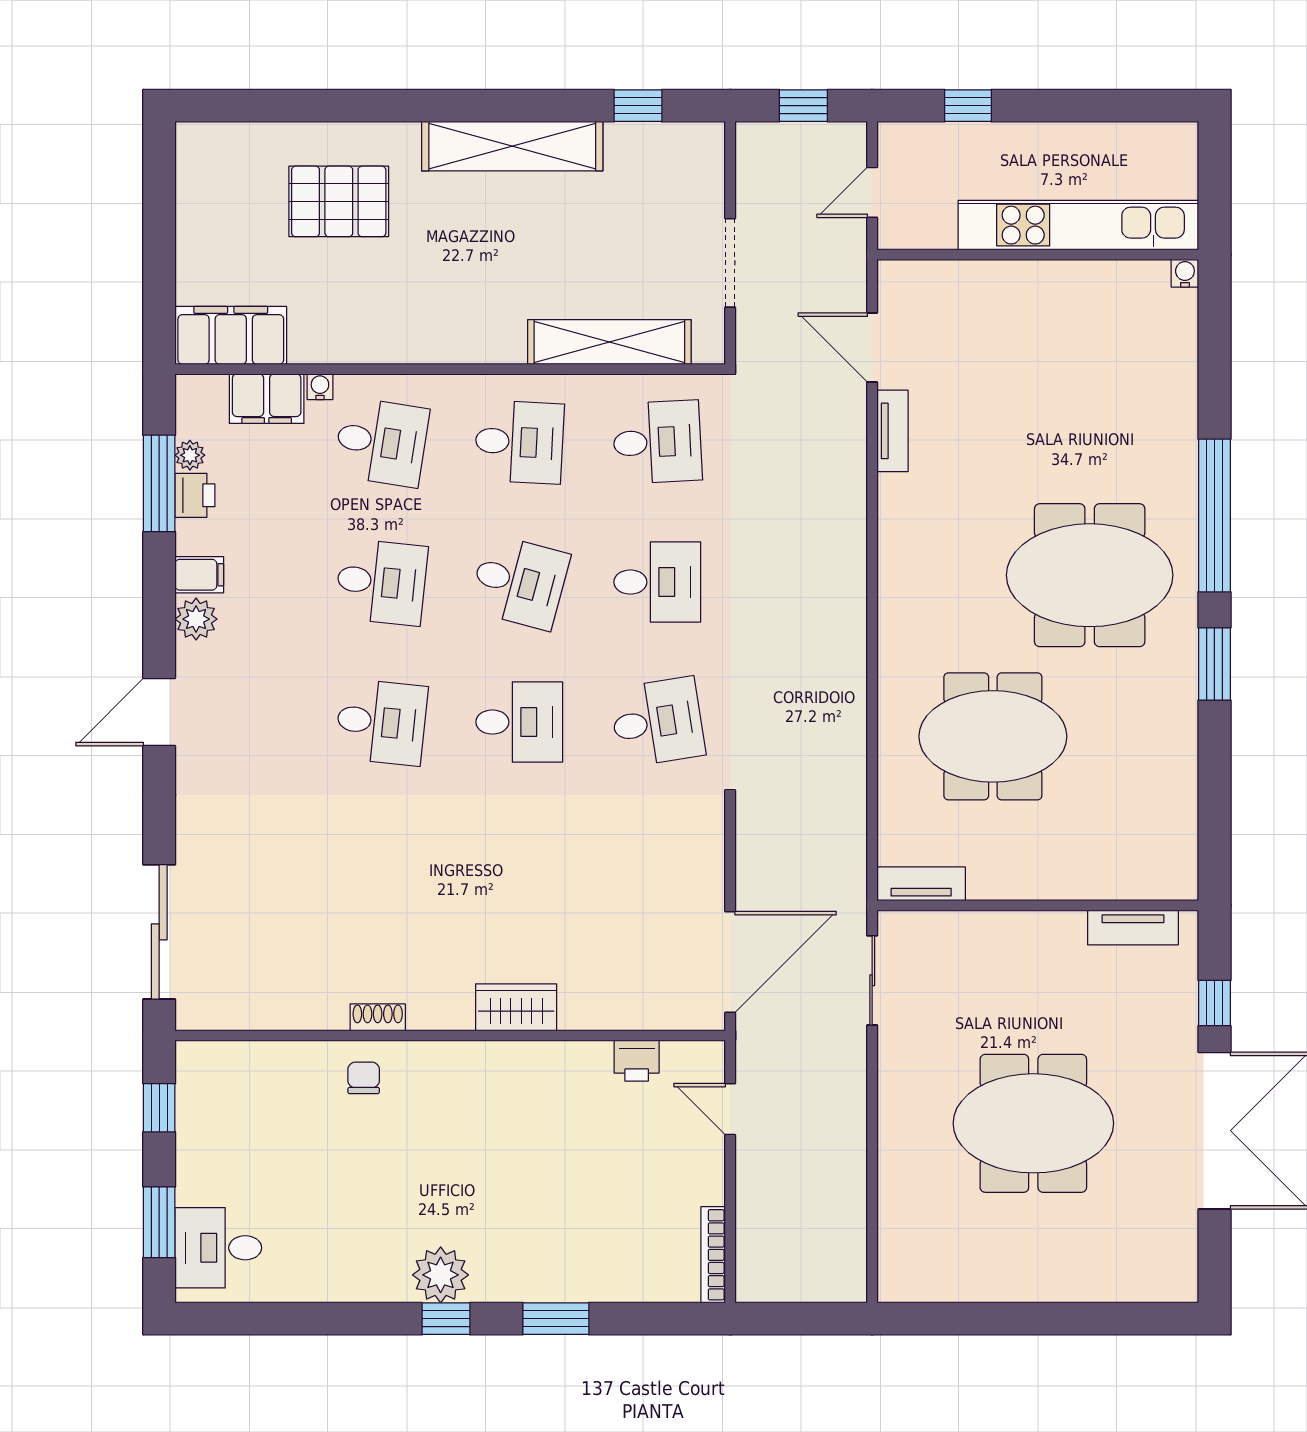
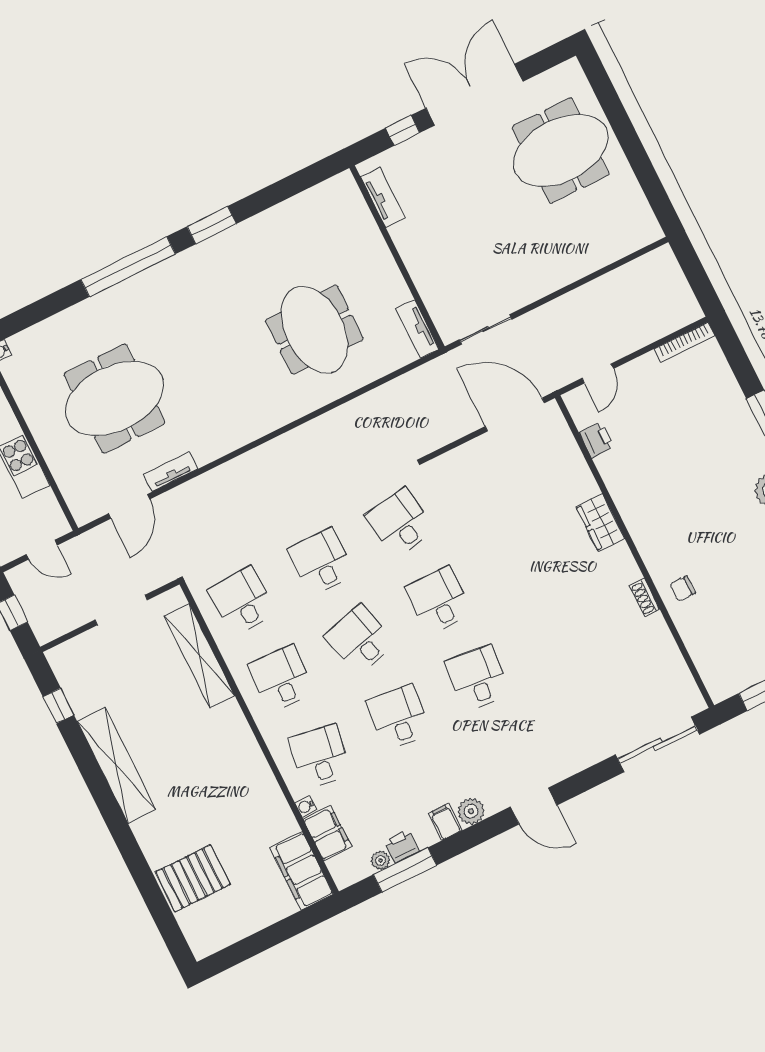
pallet: (339, 201) -> (193, 878), moved, turned 90
meeting table: (1090, 575) -> (114, 398), moved, turned 90
desk: (519, 582) -> (360, 640), turned -30
meeting table: (1033, 1123) -> (561, 150), moved, turned 90

